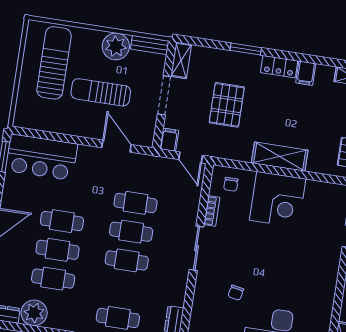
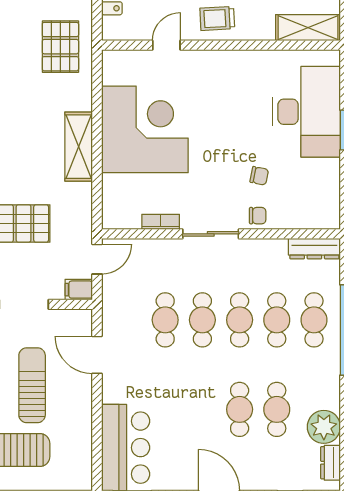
sun lounger: (101, 92) -> (32, 385), turned 180
door: (116, 146) -> (97, 355), hinge flipped
chair: (231, 184) -> (258, 216), moved
corner desk: (278, 200) -> (145, 129), width x1.36, depth x1.36
cafe table: (62, 221) -> (277, 320), moved

